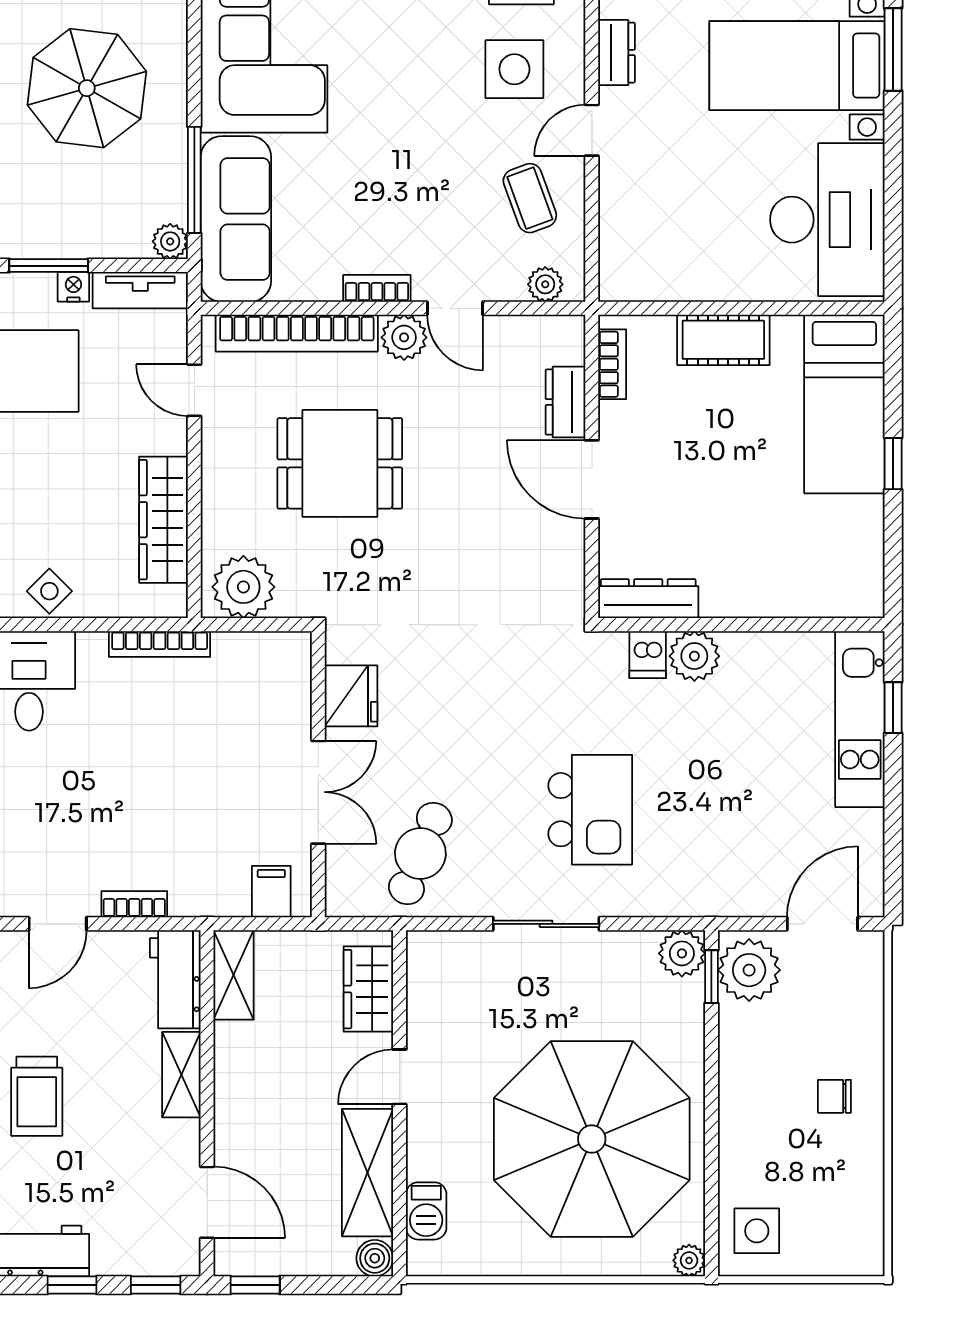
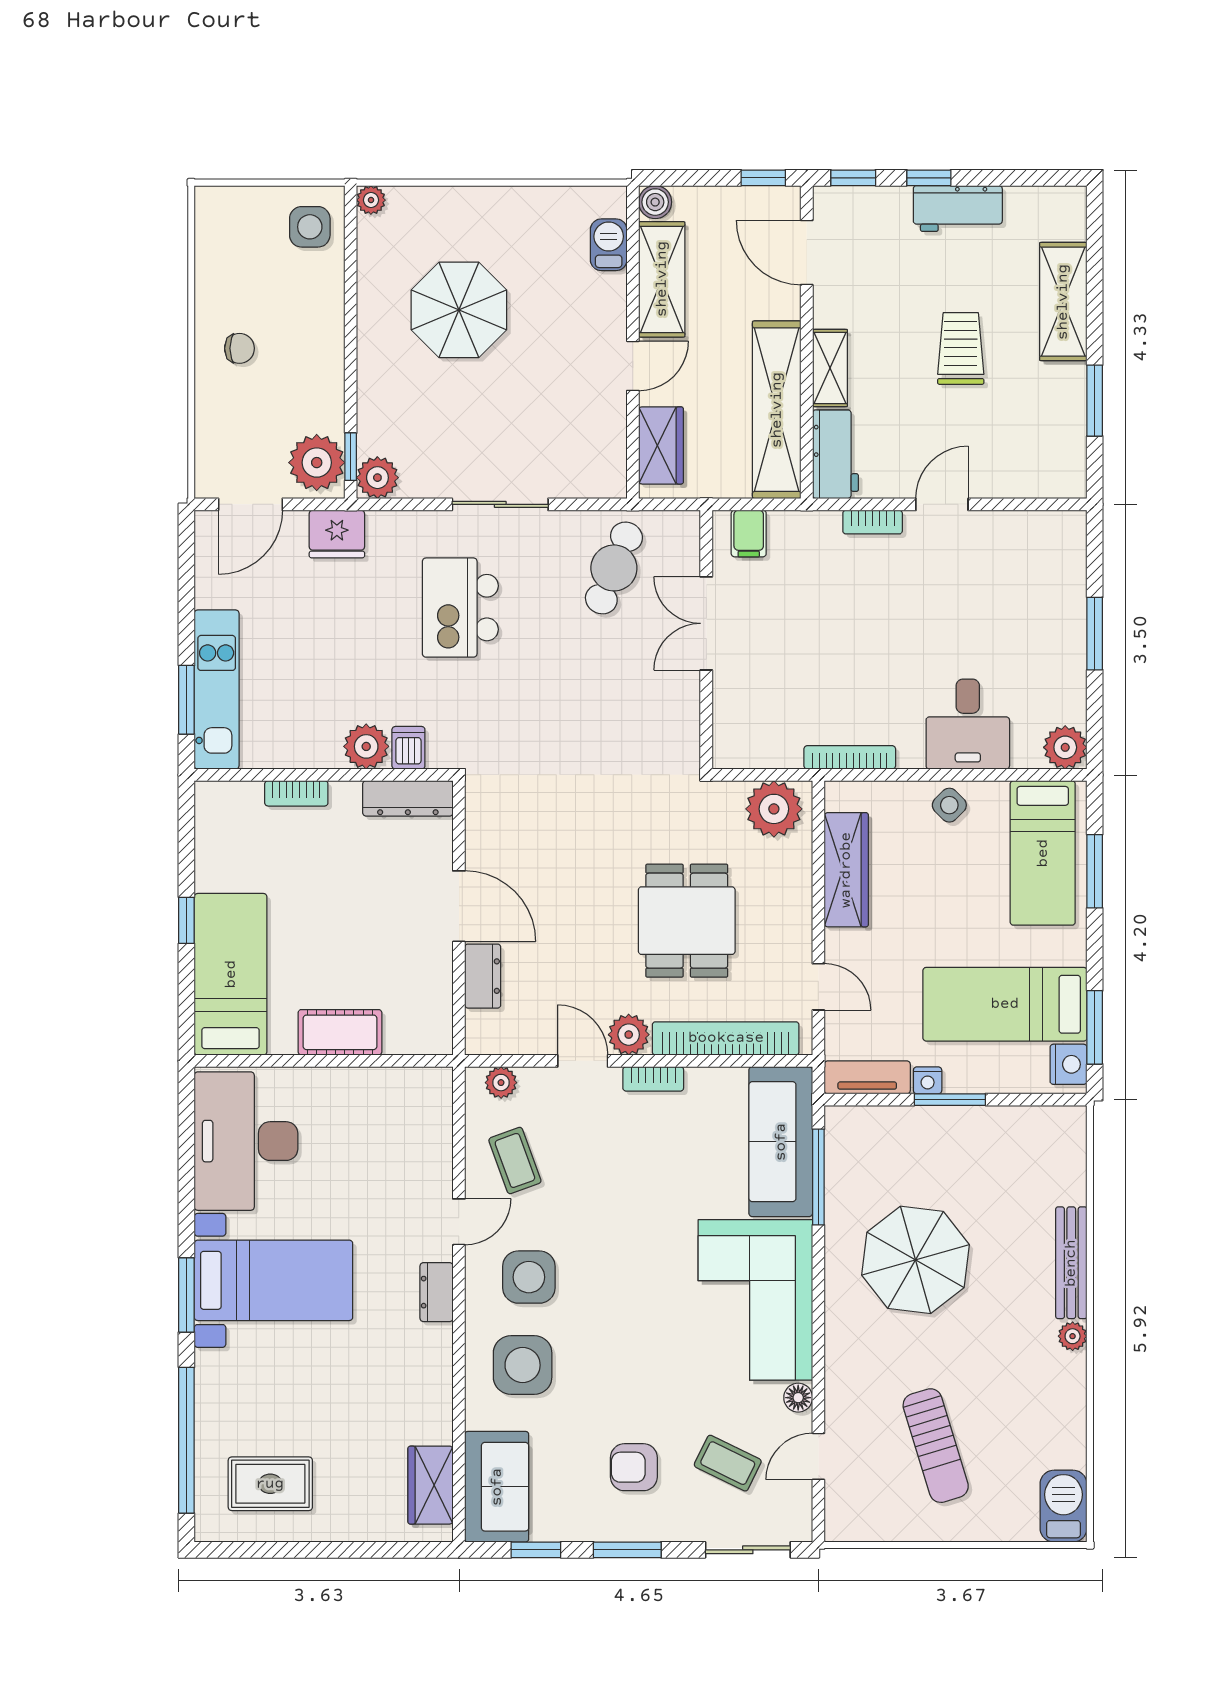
plant: (170, 241) -> (840, 1121), removed
bookcase: (612, 364) -> (296, 793), moved, turned -90
dining table: (340, 463) -> (687, 921), turned 90
fridge: (351, 696) -> (337, 534), moved, turned -90
window: (893, 708) -> (186, 700), width x1.50
shelving: (234, 975) -> (777, 410), width x2.20, depth x1.33
parasol: (592, 1139) -> (459, 310), width x0.54, depth x0.54

